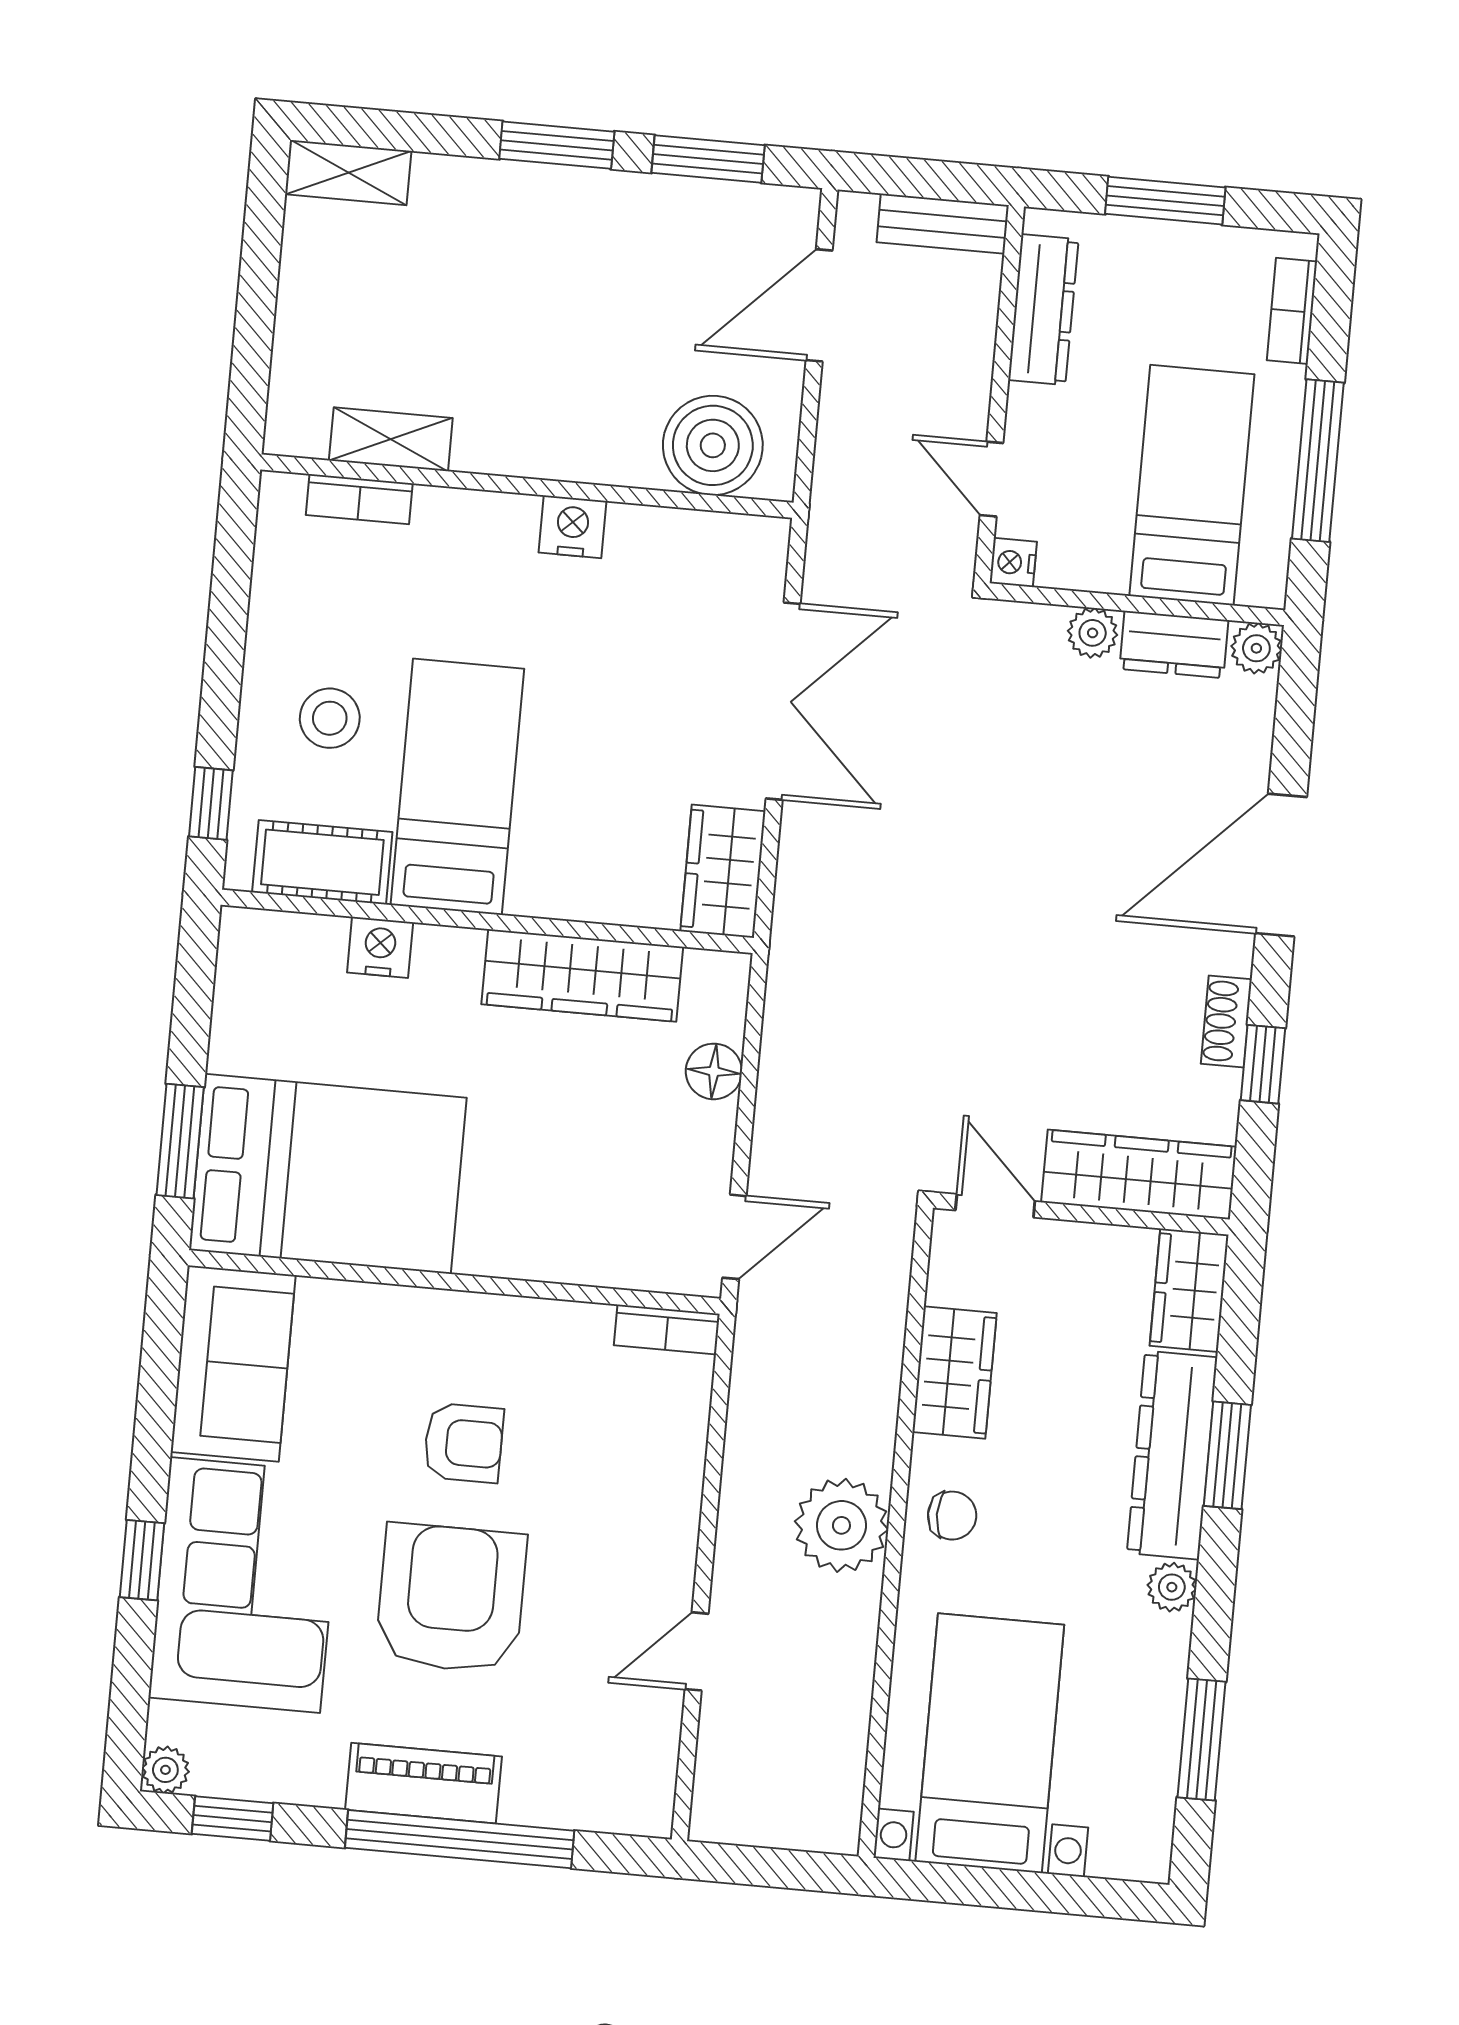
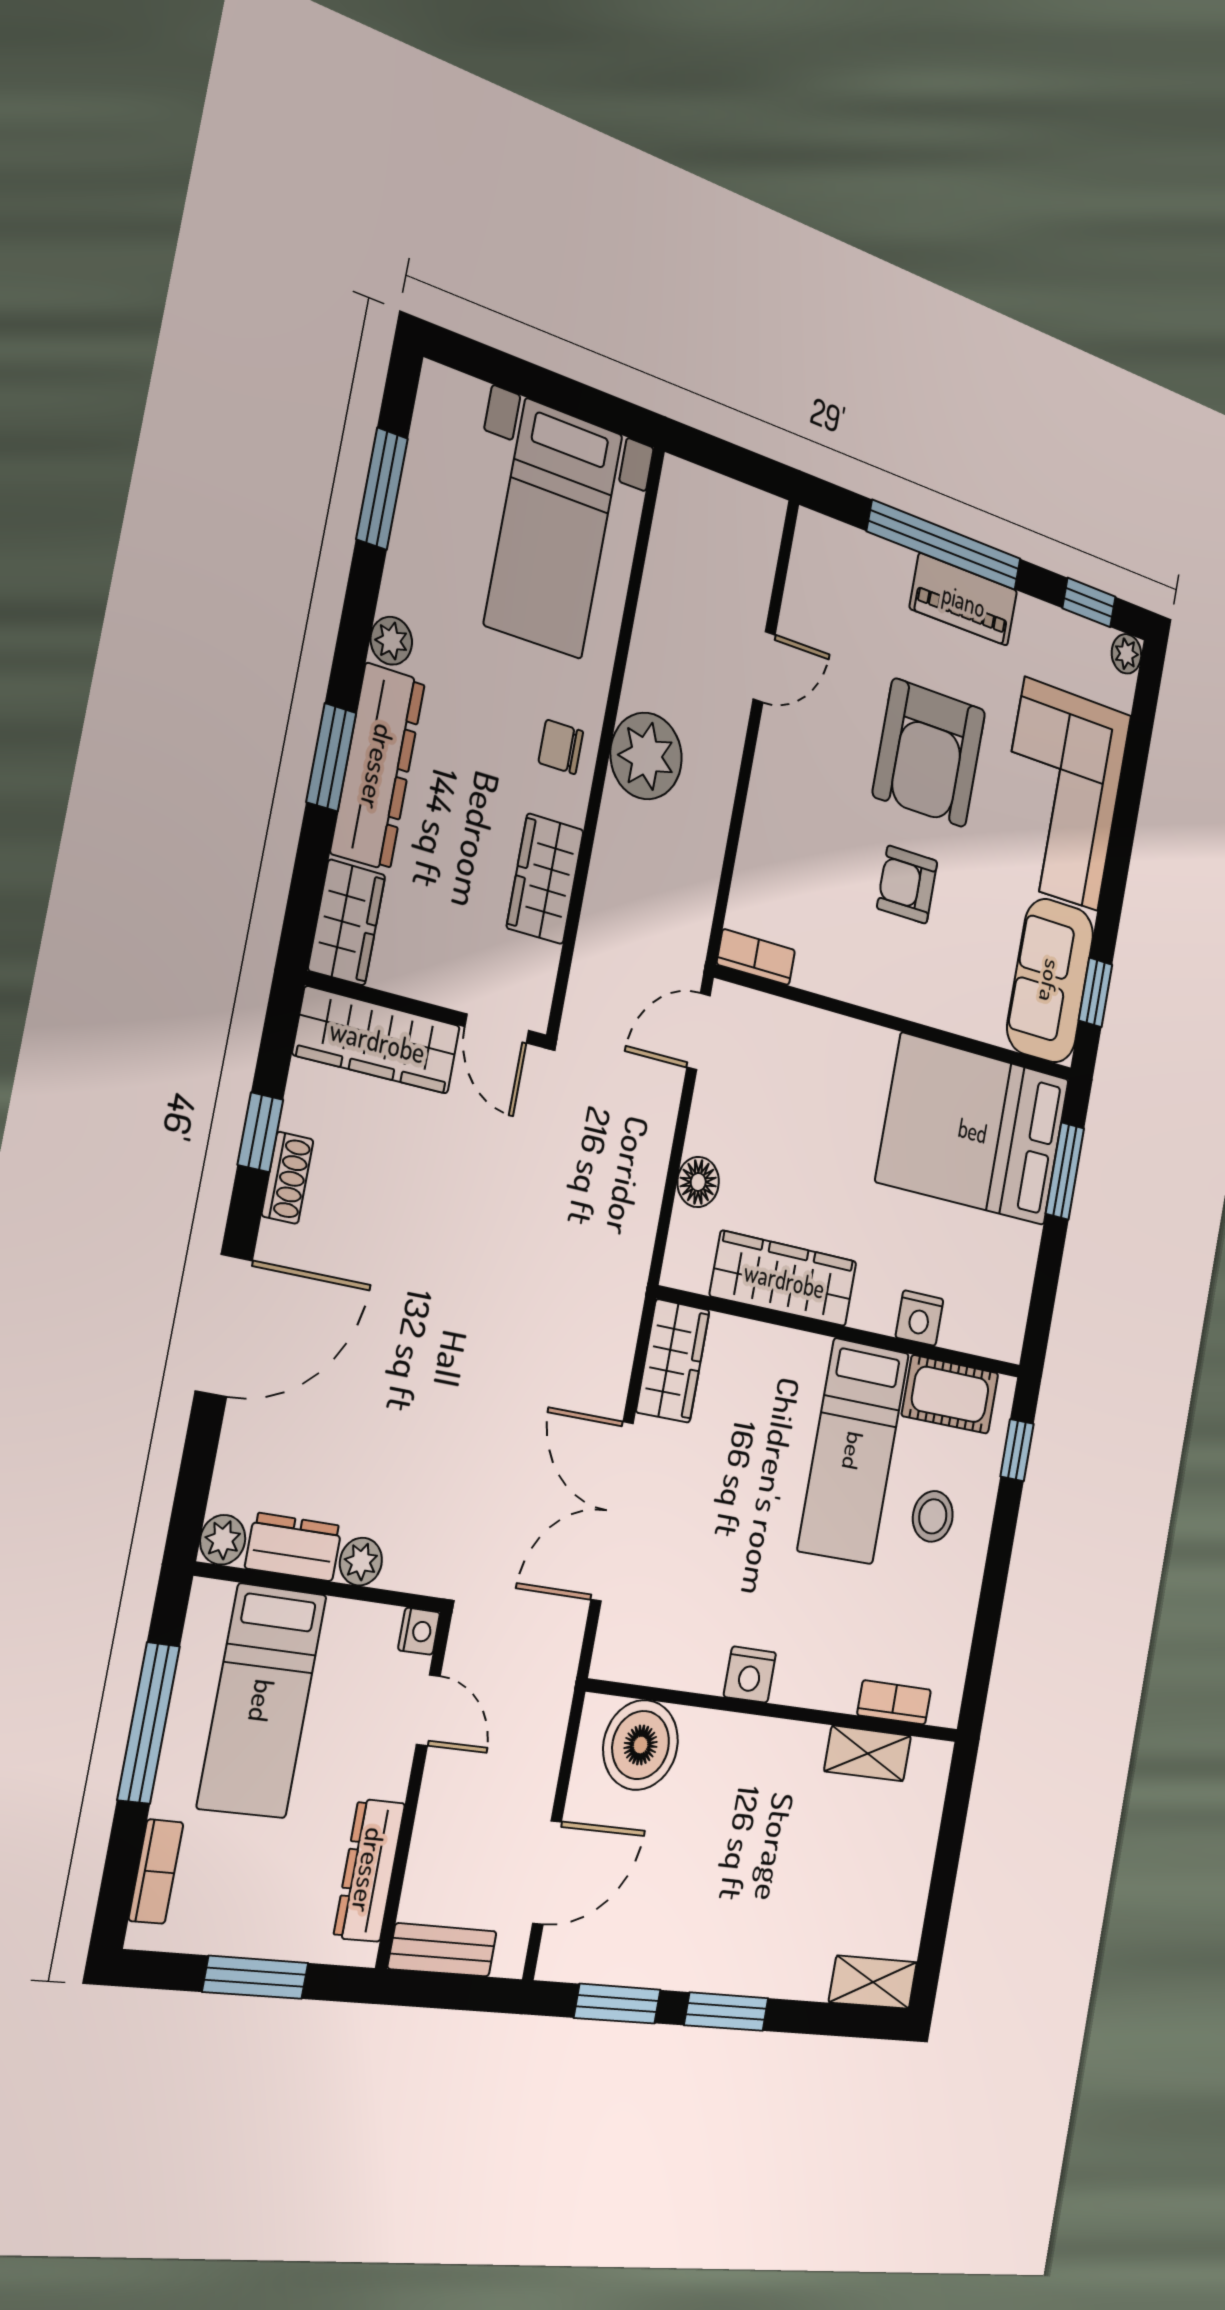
window: (142, 1560) -> (1095, 992), moved

